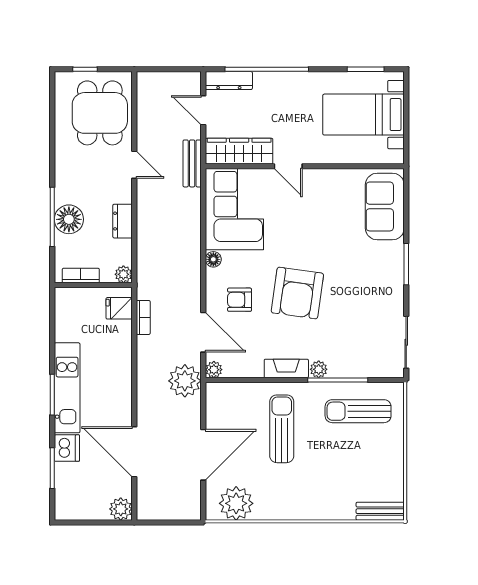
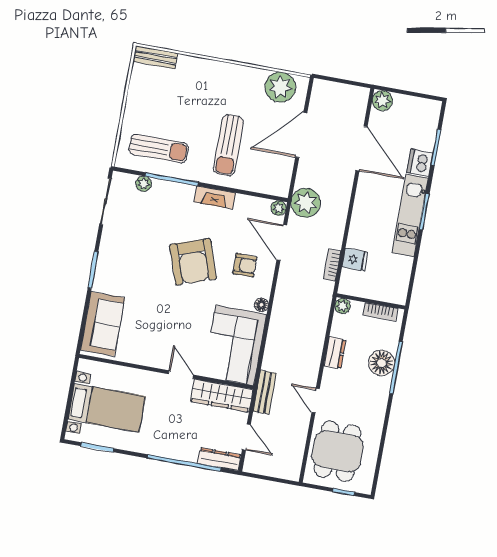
armchair: (297, 293) -> (193, 262), turned 153
fridge: (119, 308) -> (355, 259), moved
plant: (319, 369) -> (144, 184), moved

